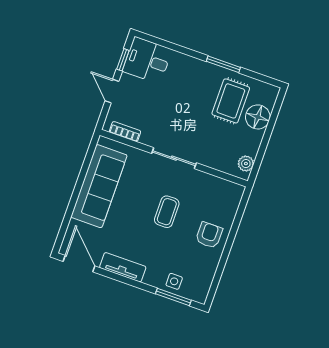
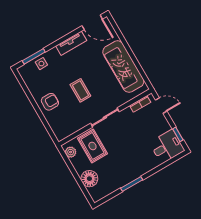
door: (112, 91) -> (161, 106), moved
rug: (231, 101) -> (92, 146), moved
armchair: (209, 235) -> (50, 102), turned -90

